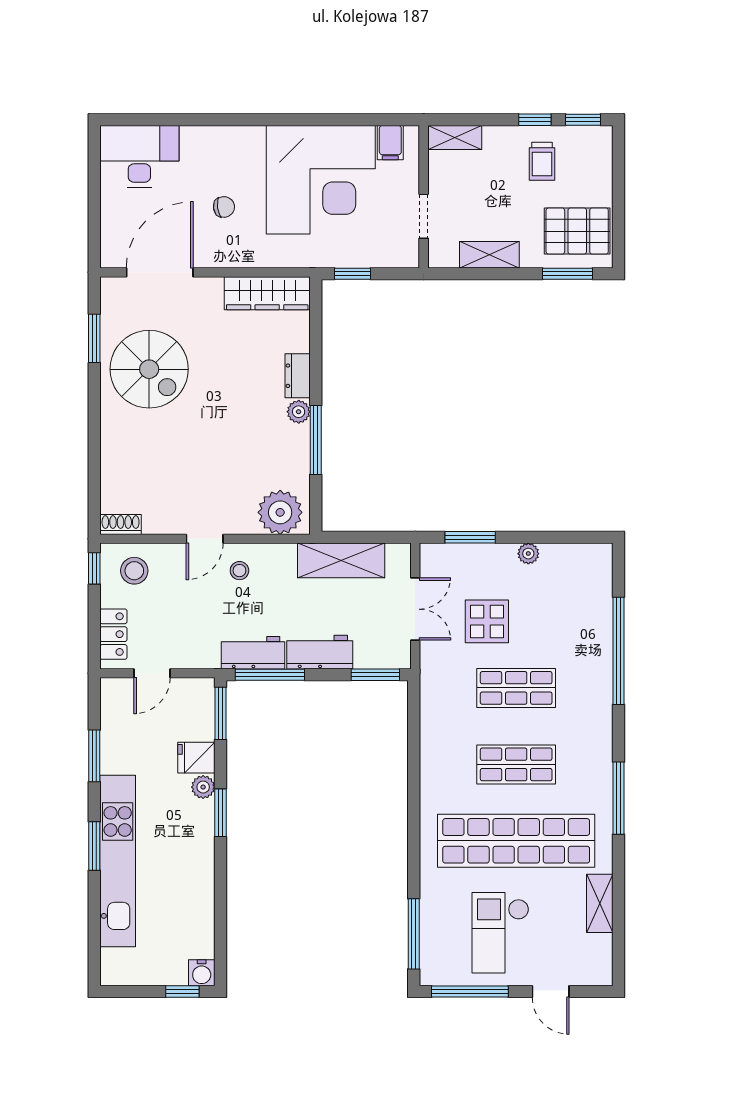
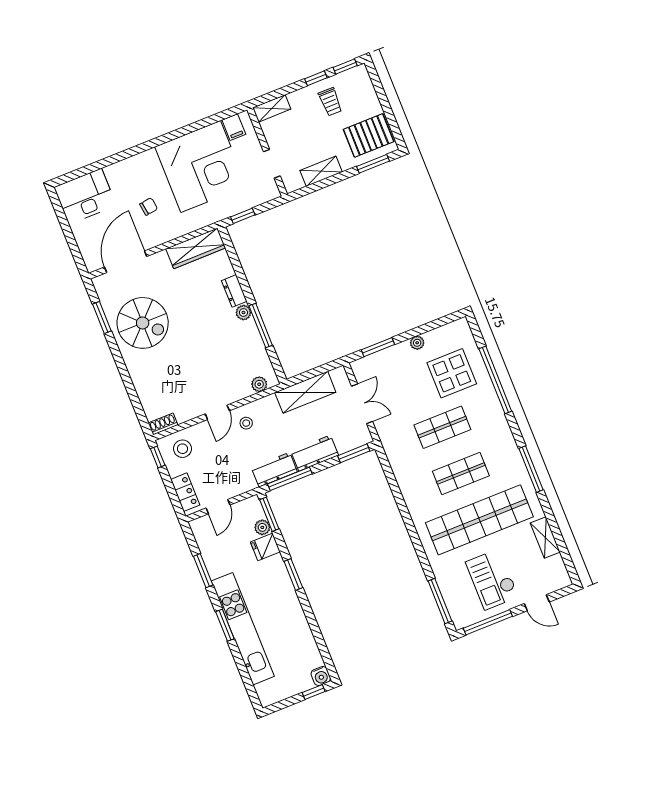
plant: (280, 512) -> (259, 384), width x0.53, depth x0.53
display table: (487, 621) -> (452, 373), moved, width x1.36, depth x1.36
plant: (203, 787) -> (262, 527), moved

